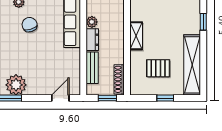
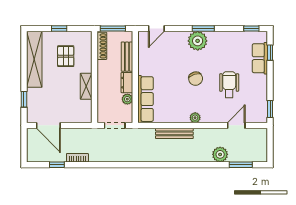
chair: (30, 25) -> (196, 79), moved
pallet: (158, 68) -> (66, 56), turned 90
window: (107, 98) -> (113, 29), width x1.50

